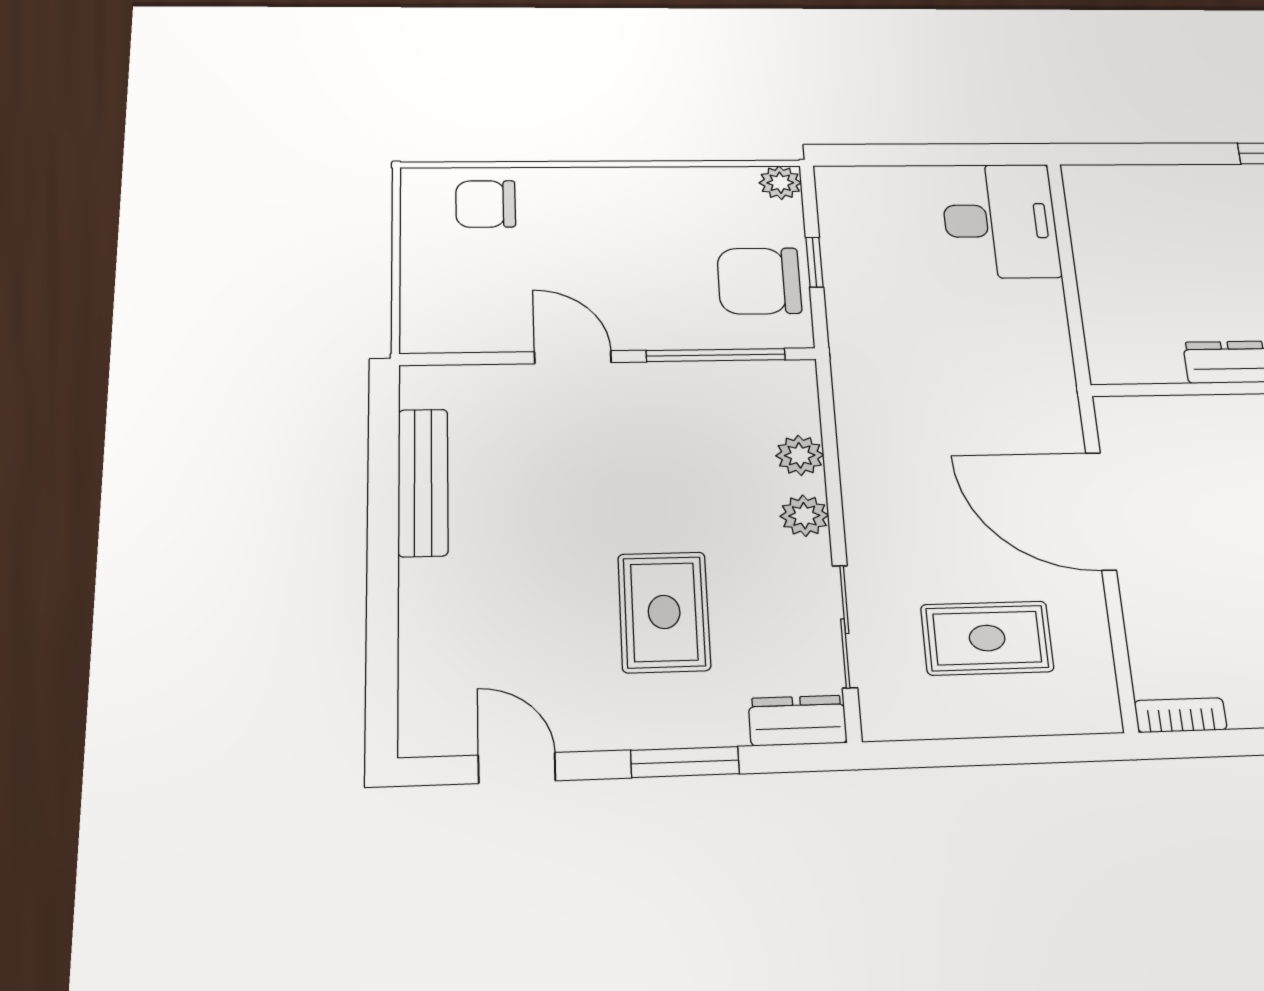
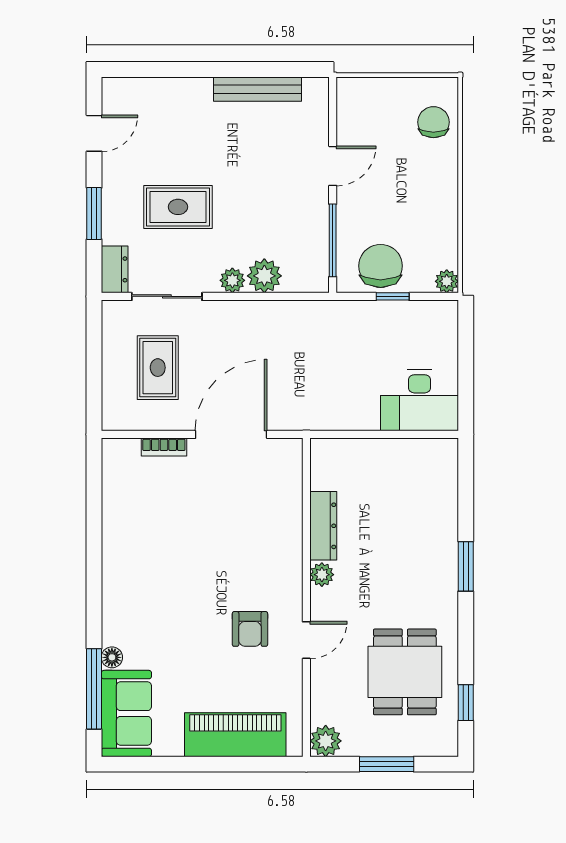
plant: (800, 455) -> (264, 276), width x1.38, depth x1.38
bookcase: (1181, 715) -> (164, 447), moved, turned 90

